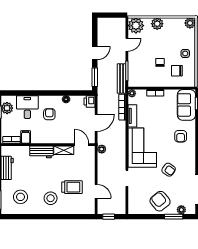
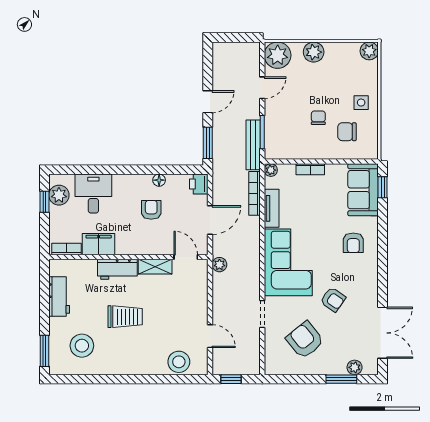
armchair: (49, 114) -> (151, 210), moved
filing cabinet: (26, 137) -> (99, 244), width x2.00
trolley: (72, 187) -> (125, 317), moved
stool: (51, 198) -> (179, 362), moved
armchair: (160, 201) -> (305, 340), moved

